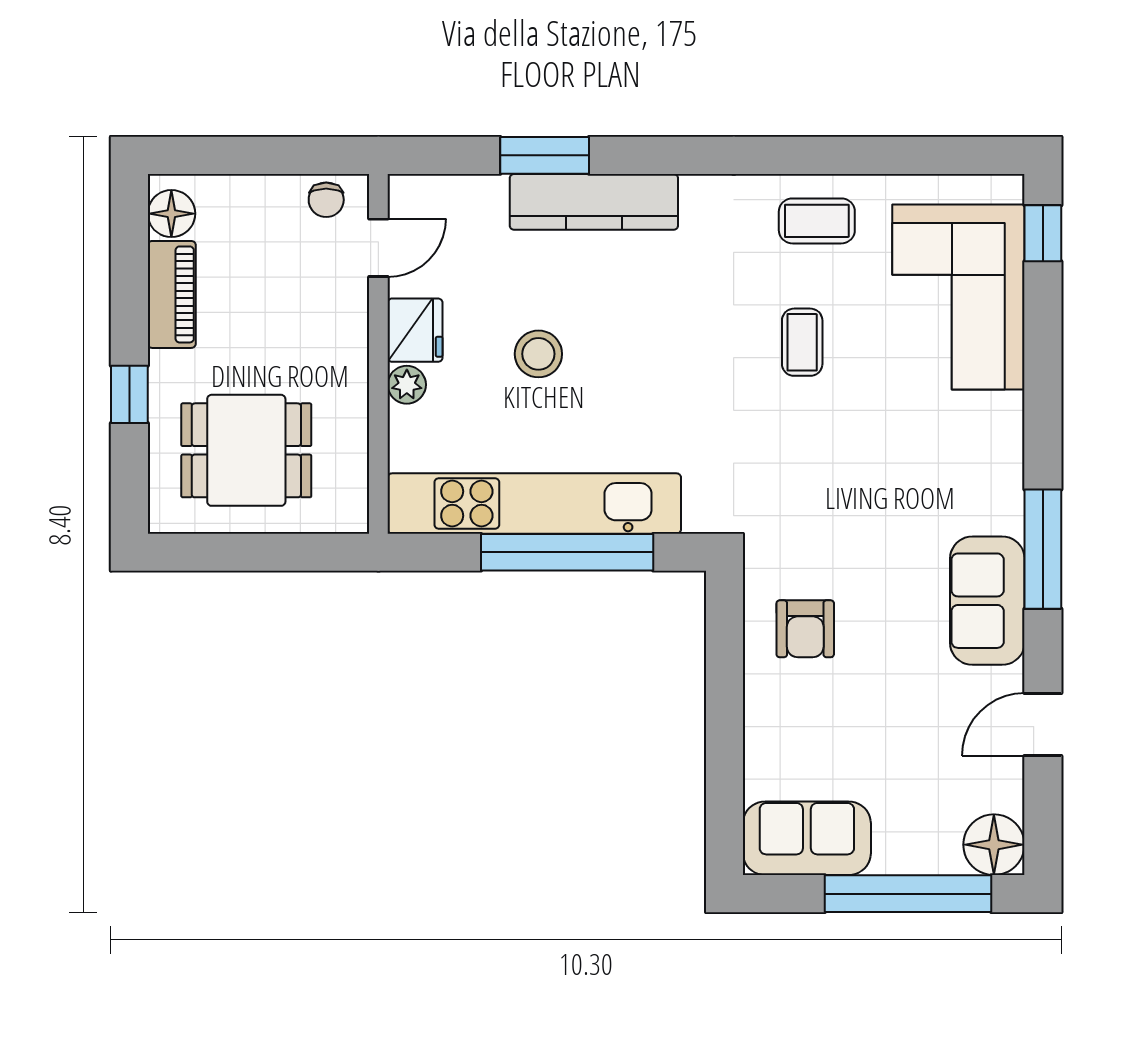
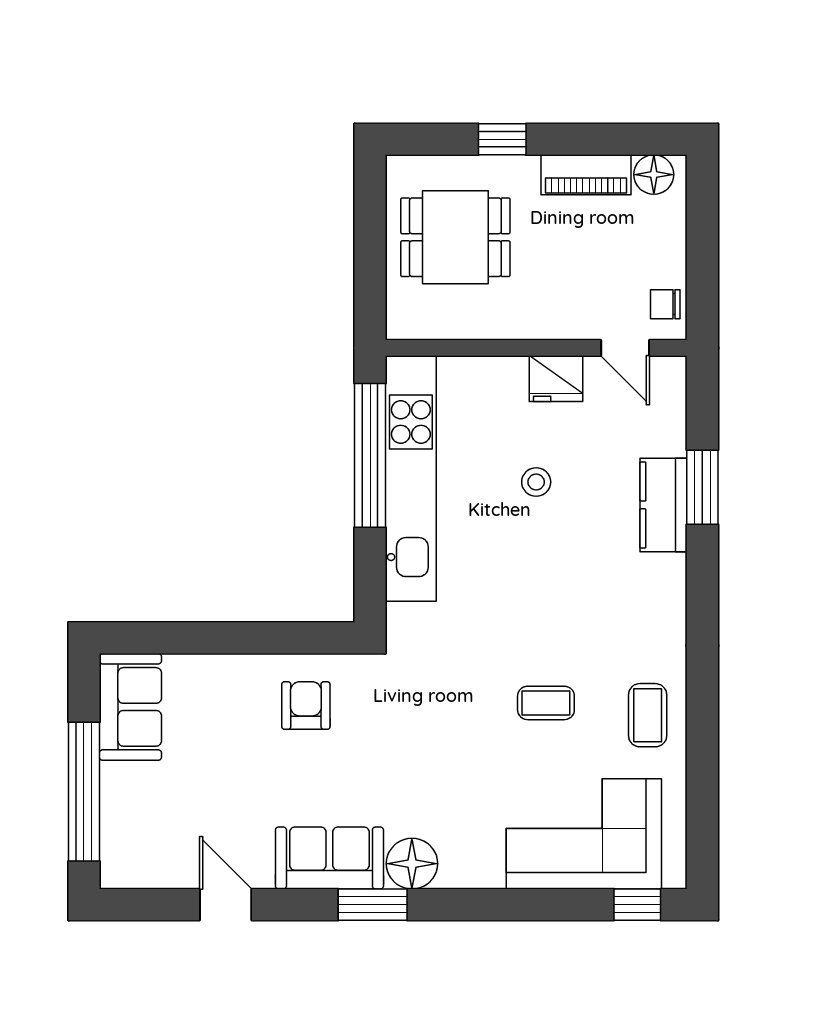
kitchen counter: (594, 202) -> (664, 505), width x0.67
stool: (538, 354) -> (536, 482), width x0.73, depth x0.73
plant: (407, 385) -> (510, 372), removed
dining table: (246, 450) -> (455, 237), turned 90
window: (1043, 549) -> (373, 905), width x0.69
window: (567, 552) -> (370, 455), moved
armchair: (805, 629) -> (306, 706), turned 90
floor lamp: (994, 845) -> (412, 864), moved

